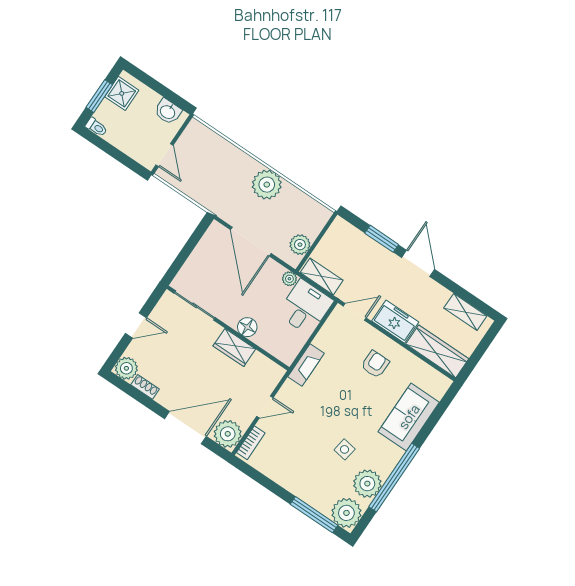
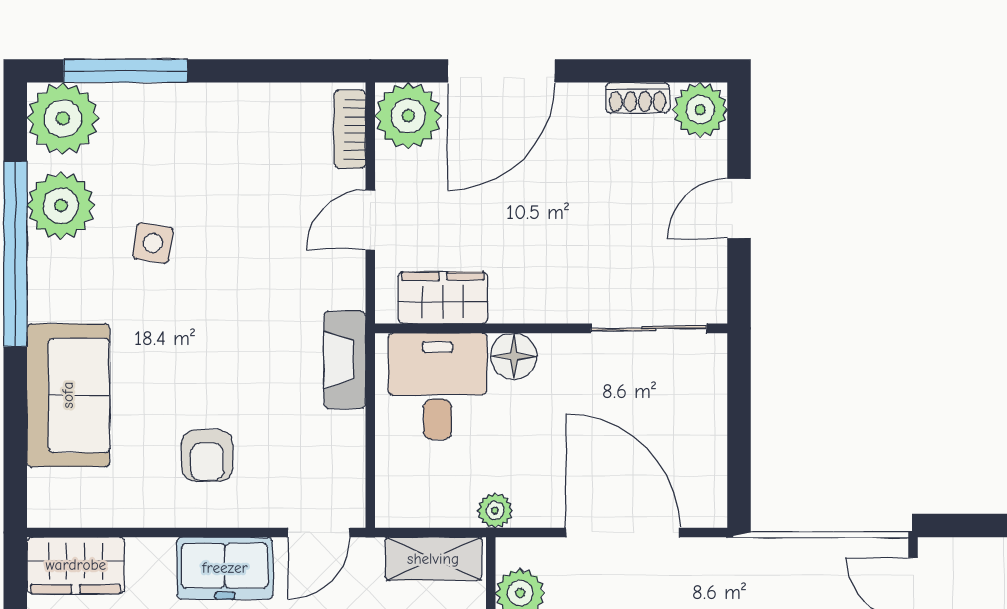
desk: (305, 307) -> (437, 386), moved, turned 180
wardrobe: (234, 347) -> (443, 298), moved
wardrobe: (437, 351) -> (76, 565), width x0.67

